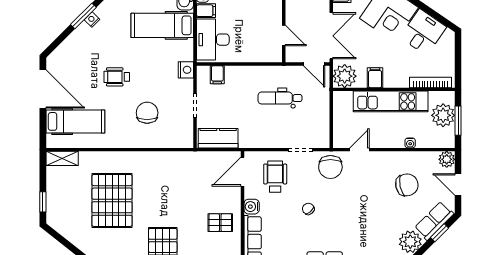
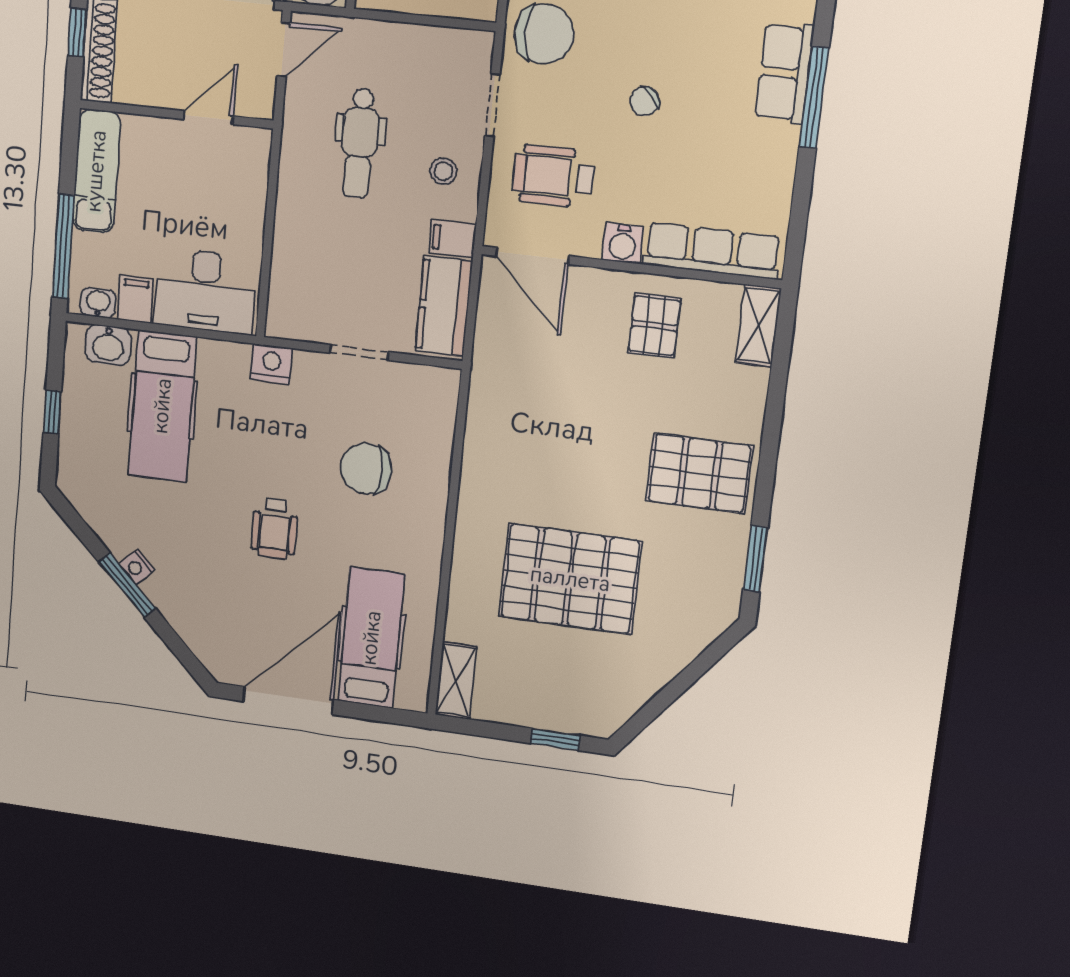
filing cabinet: (217, 75) -> (452, 239), moved, turned 180
stool: (272, 133) -> (443, 171), added

